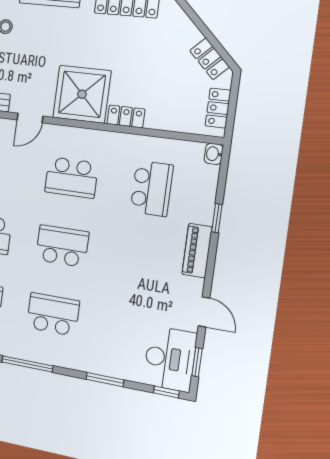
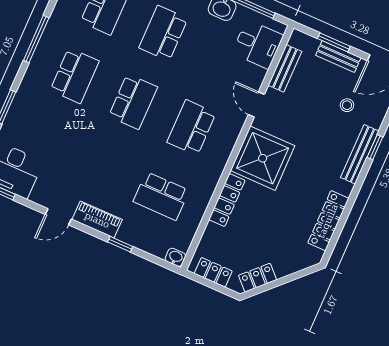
locker: (126, 116) -> (227, 200), width x1.53
door: (204, 312) -> (58, 217), moved

